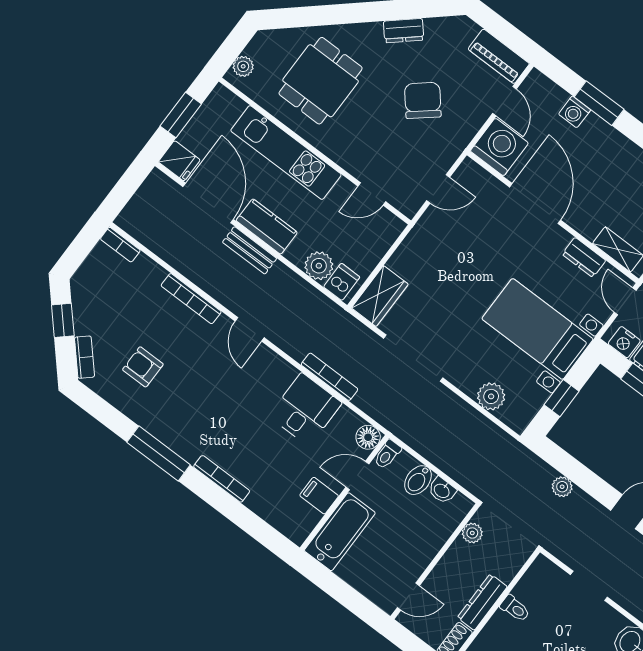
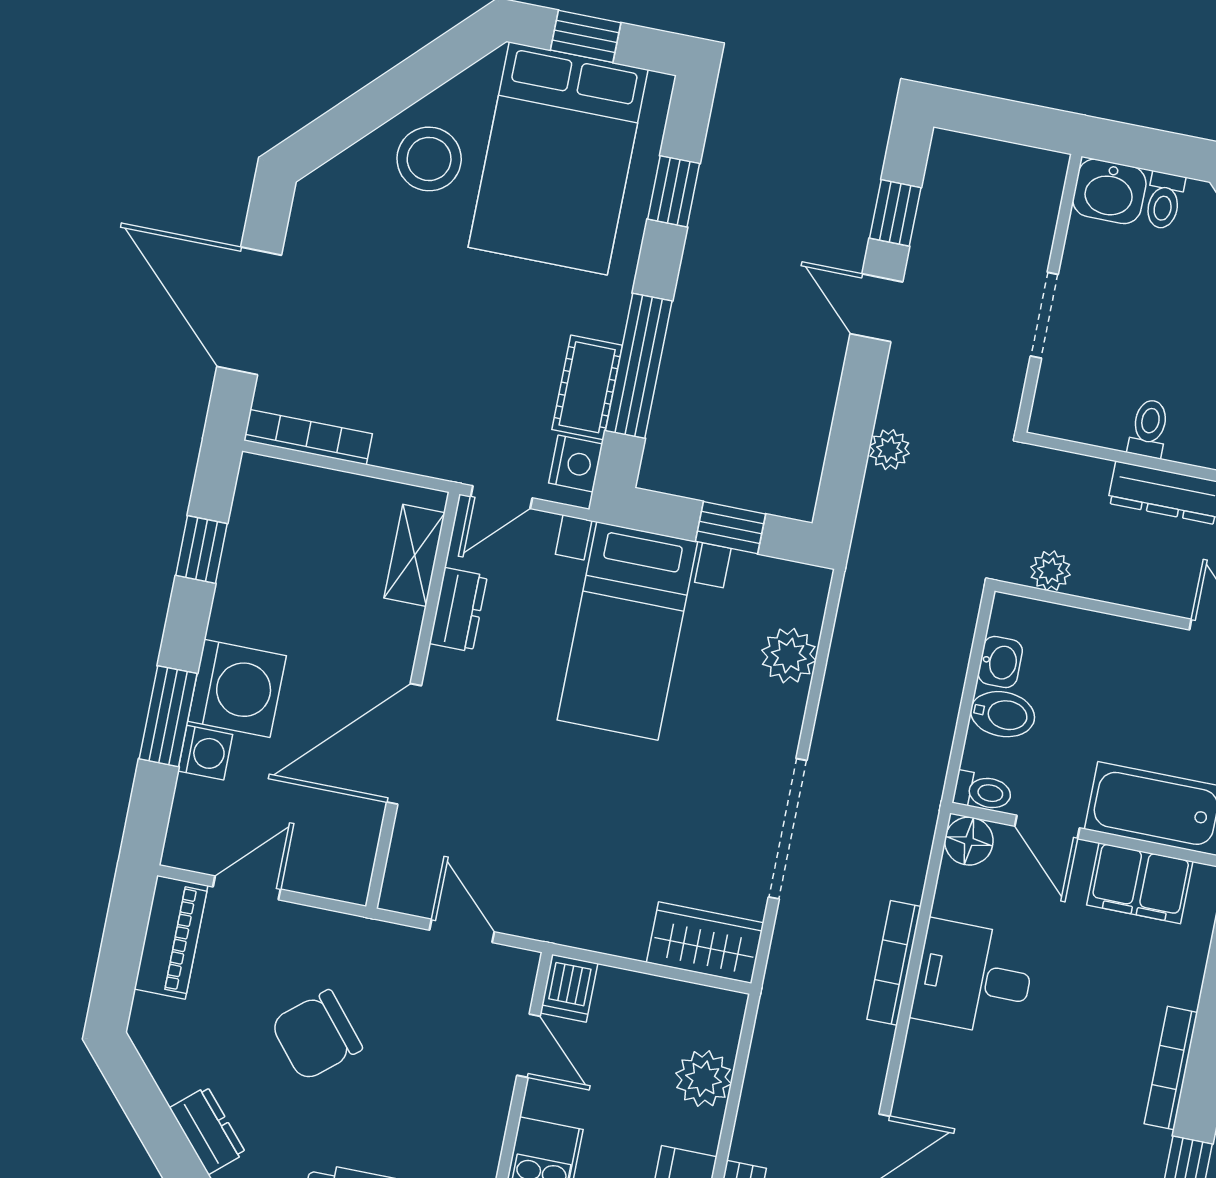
washing machine: (499, 147) -> (237, 688), moved, turned 180
dishwasher: (342, 282) -> (569, 988), moved, turned -90
filing cabinet: (319, 496) -> (1140, 883), width x2.00

